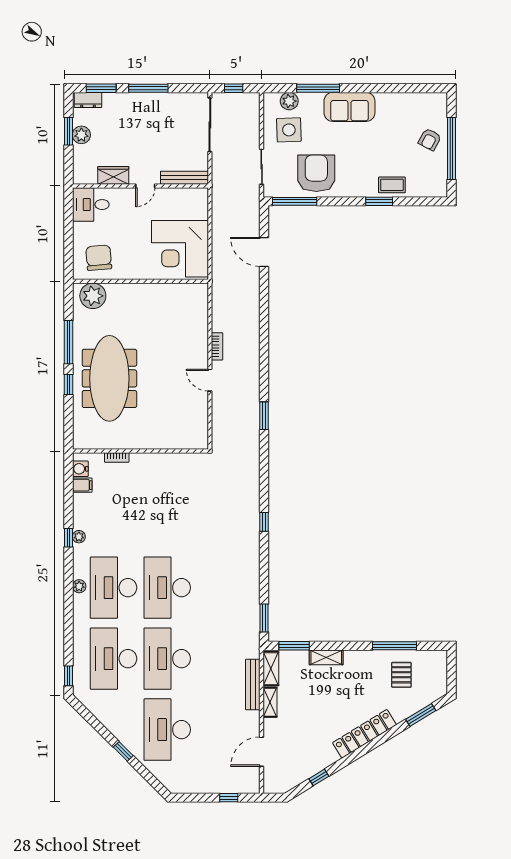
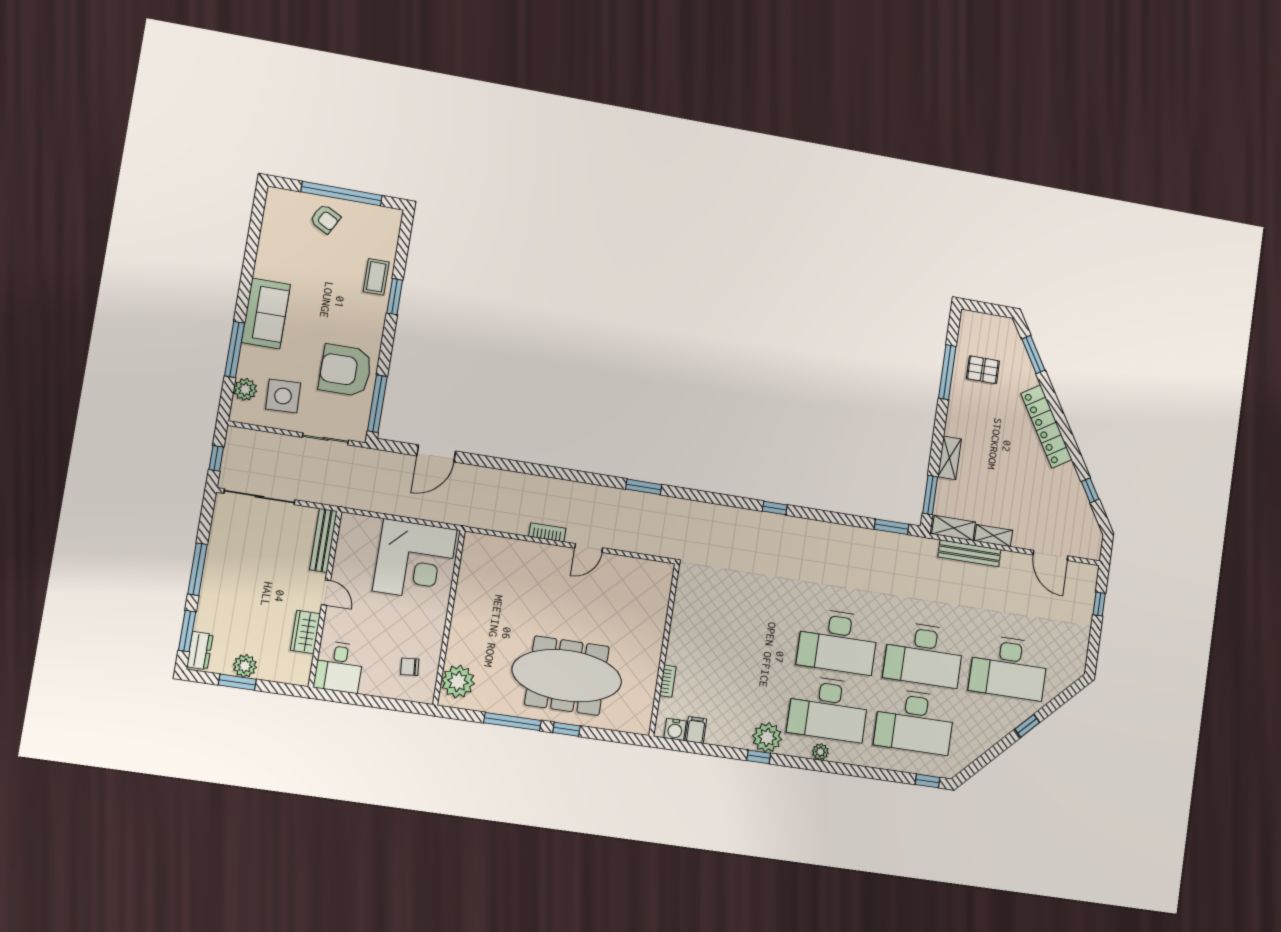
chair: (99, 258) -> (410, 667), width x0.54, depth x0.54
plant: (79, 537) -> (767, 737), width x1.88, depth x1.88

